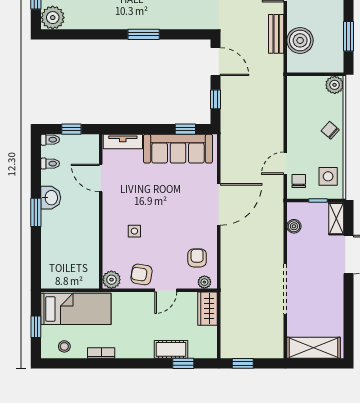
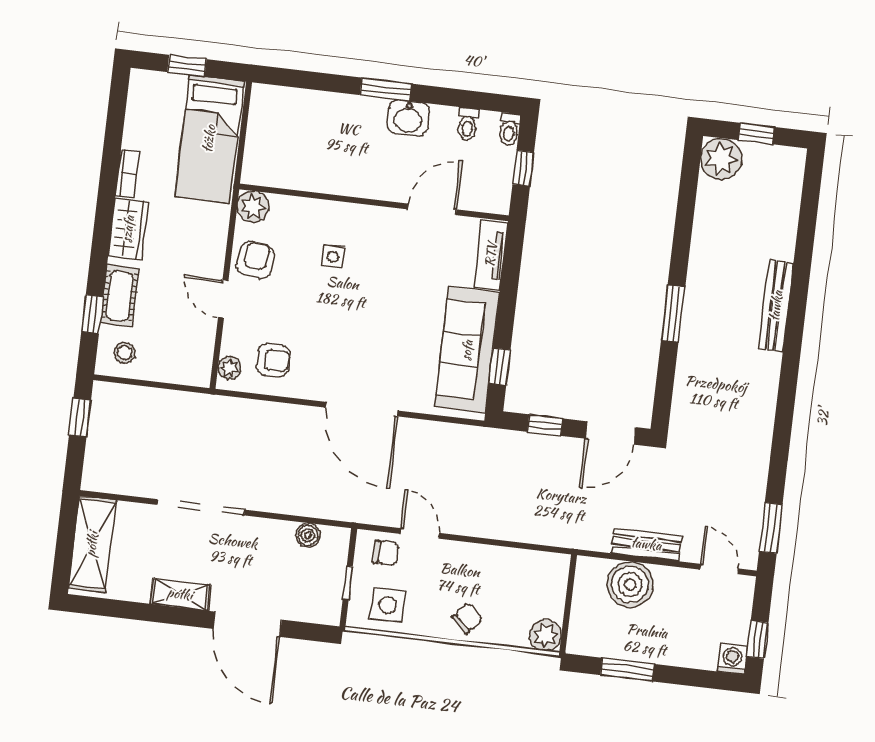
shelving: (336, 219) -> (180, 594), moved
wardrobe: (208, 309) -> (128, 229), moved, turned 90
stool: (64, 346) -> (125, 353), moved

